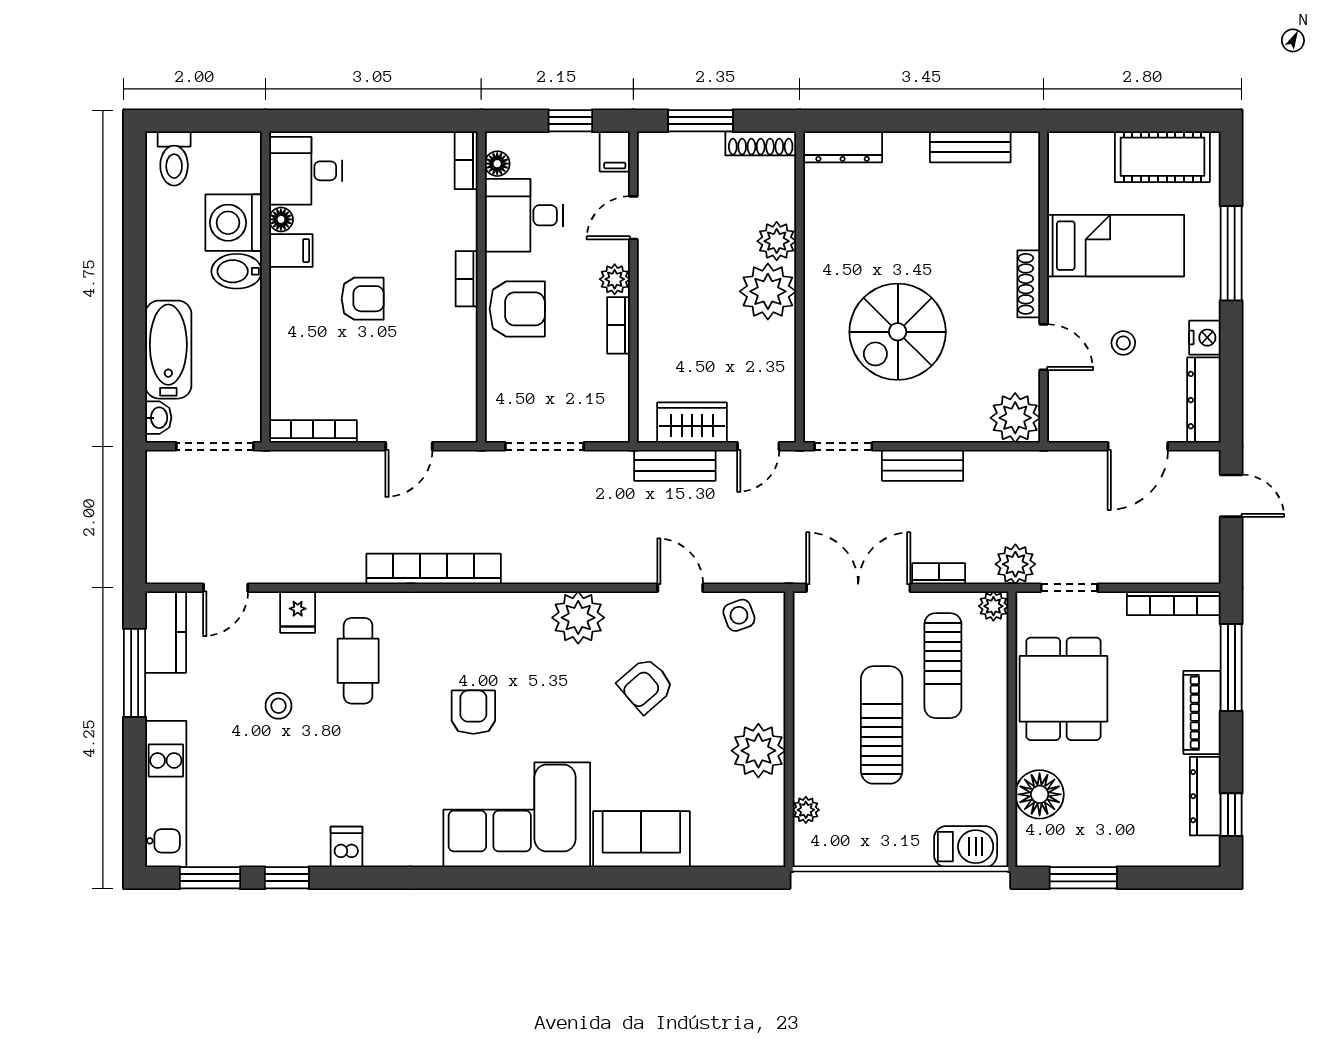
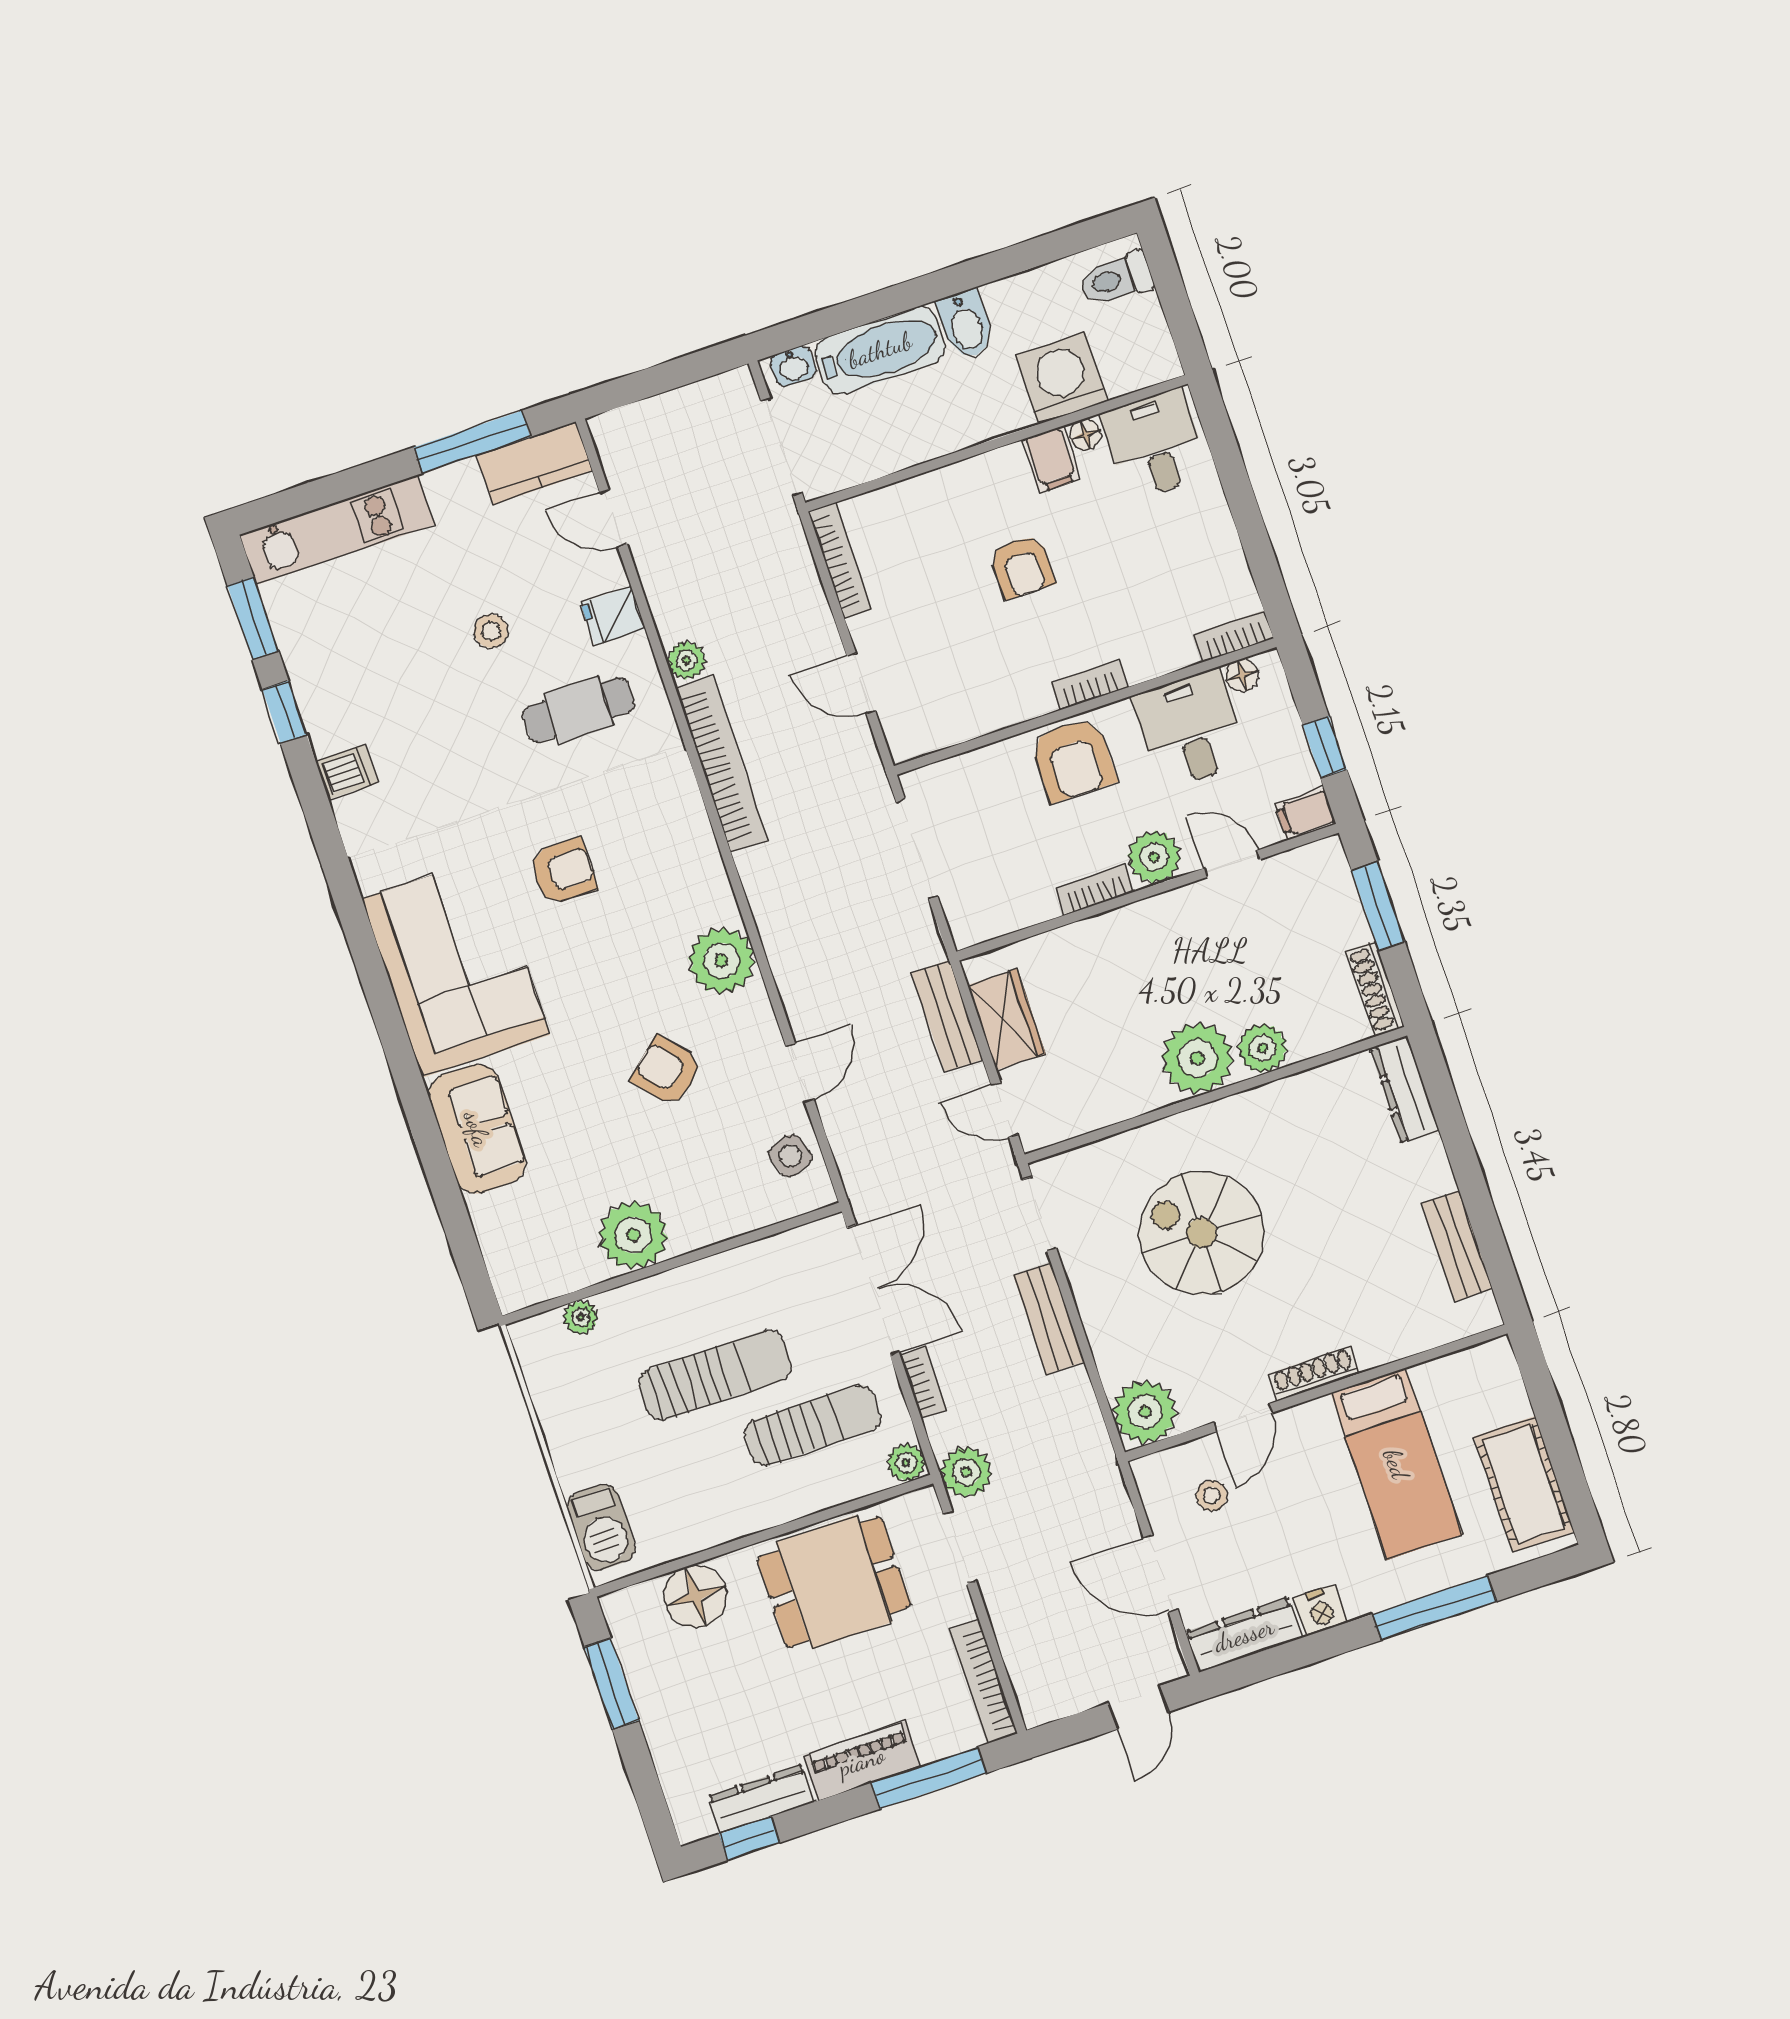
bidet: (237, 271) -> (966, 325), moved, turned 180
plant: (615, 279) -> (1154, 857), width x1.38, depth x1.38
stool: (1123, 343) -> (1212, 1496), moved
plant: (349, 569) -> (686, 660), added
sun lounger: (943, 666) -> (813, 1425), turned 180

